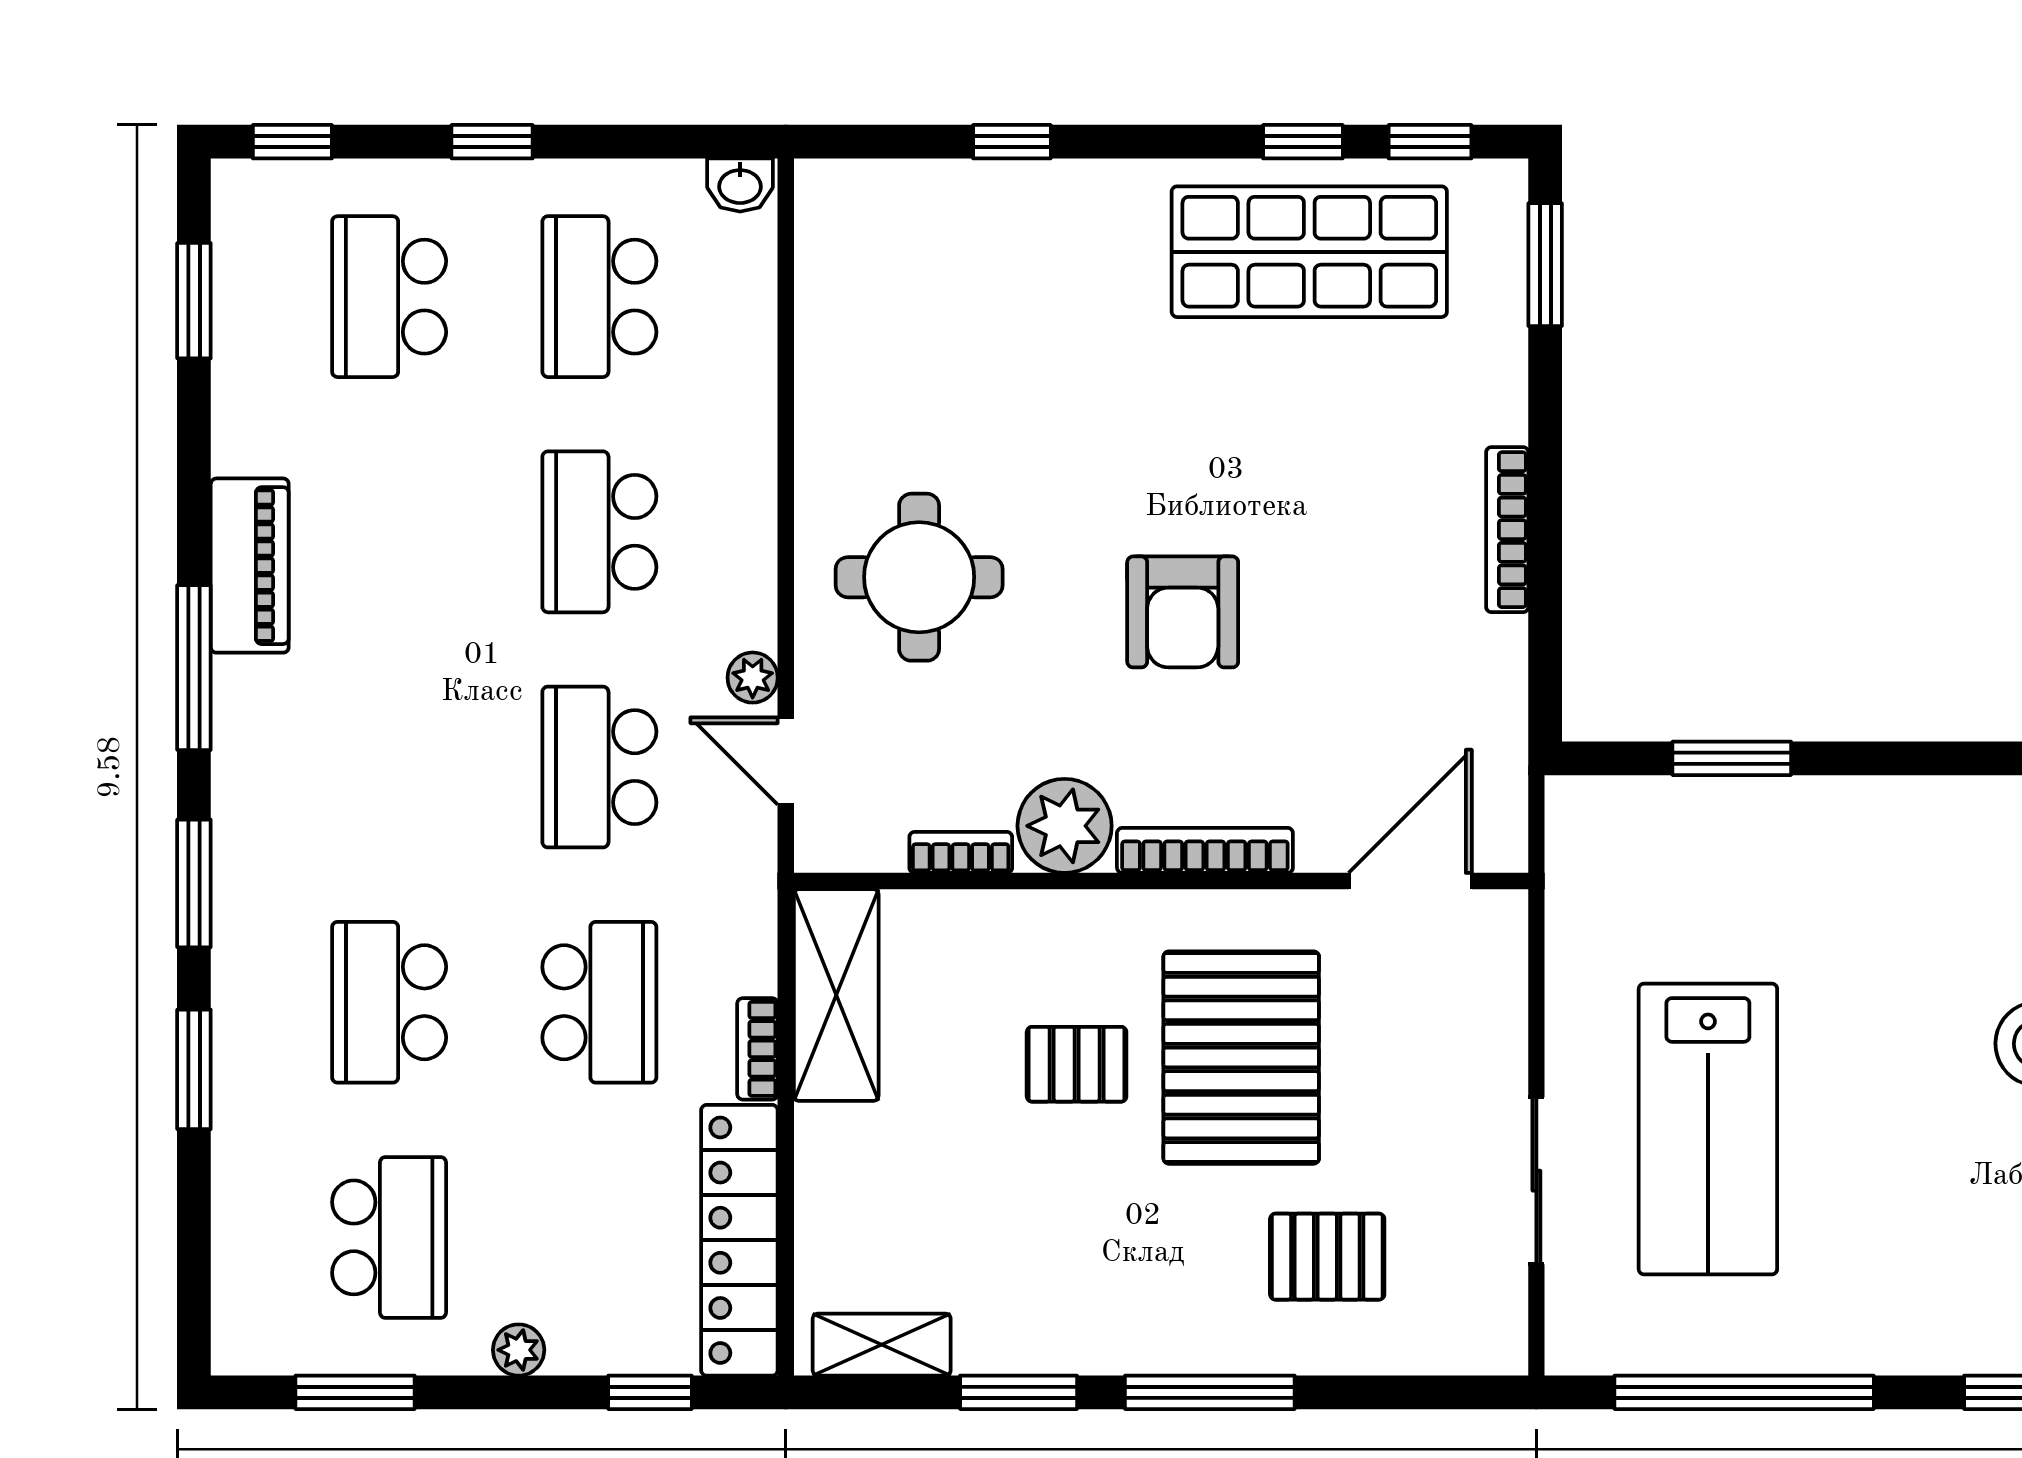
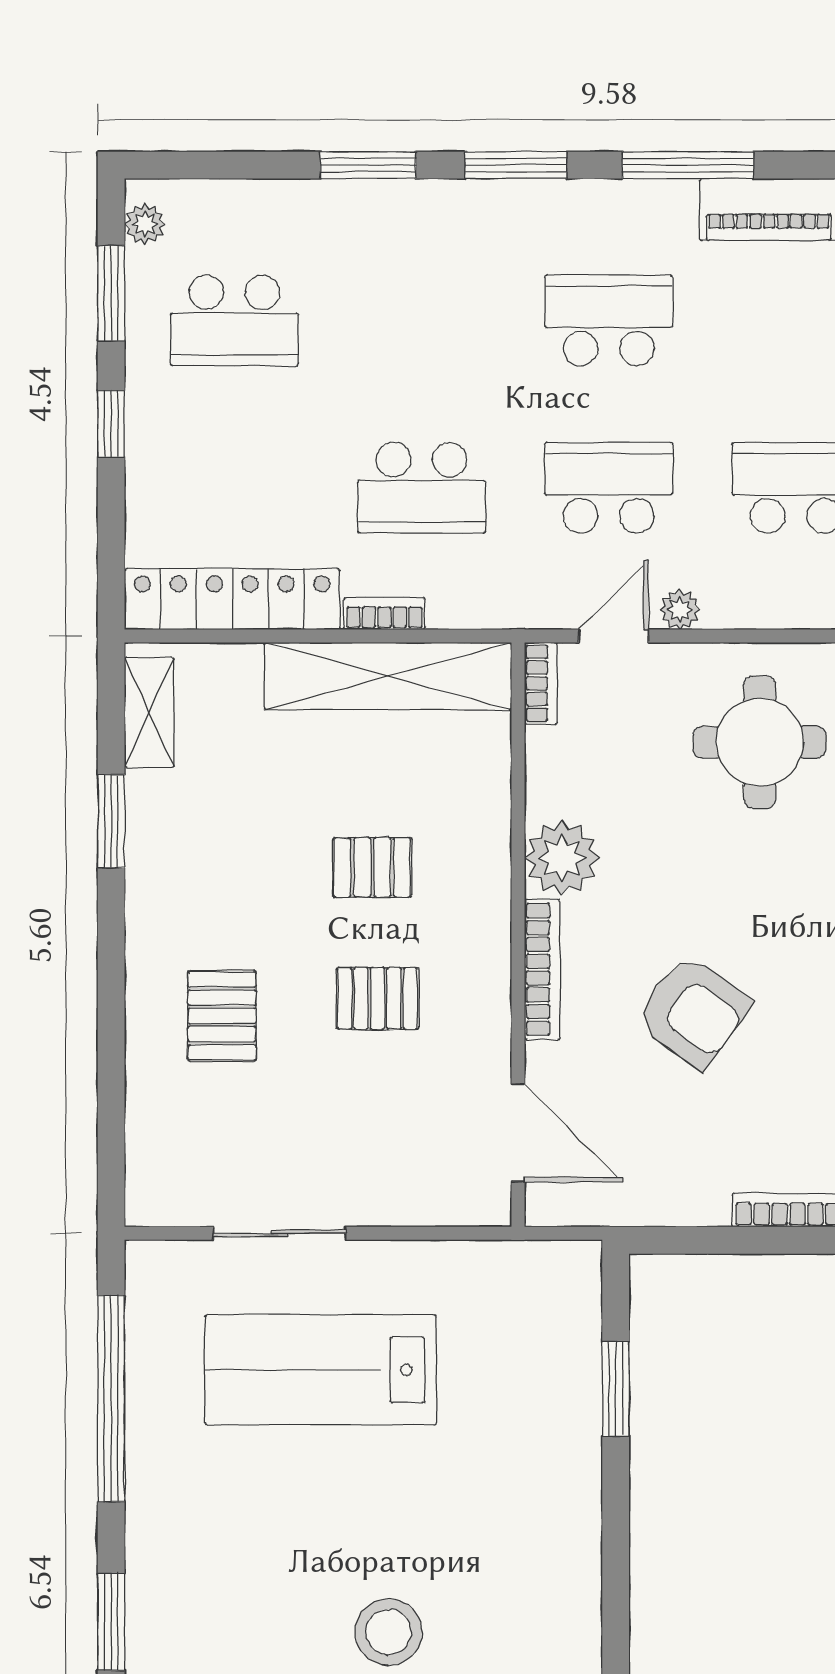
armchair: (1183, 612) -> (693, 1011), moved, turned -144
bookcase: (961, 852) -> (541, 683), moved
shelving: (836, 995) -> (388, 676), width x1.47
school desk: (389, 1002) -> (609, 320), moved
pallet: (1241, 1058) -> (378, 998), width x0.49, depth x0.50
pallet: (1077, 1064) -> (372, 867), turned 90
pallet: (1327, 1257) -> (222, 1016), moved
plant: (519, 1350) -> (145, 224), moved
window: (650, 1392) -> (111, 424), moved
window: (1210, 1392) -> (111, 973), removed

